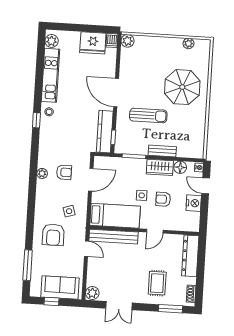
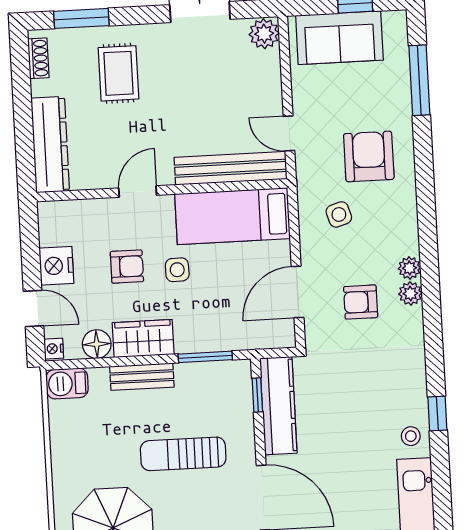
barbecue: (195, 152) -> (67, 383), added
plant: (41, 185) -> (410, 268), added

